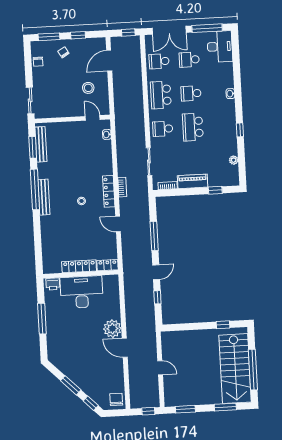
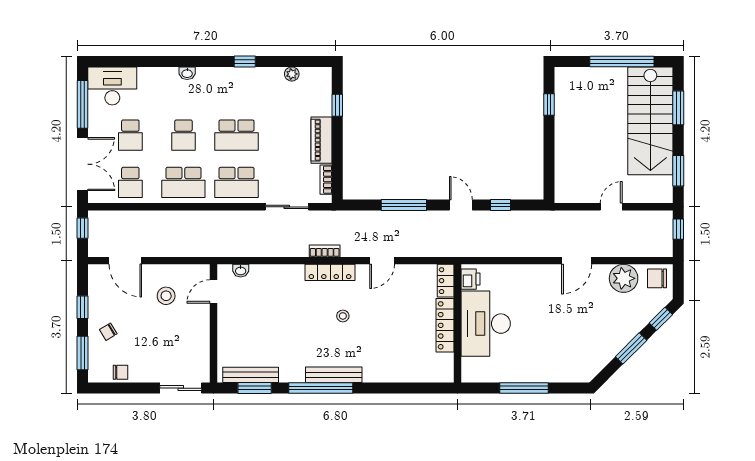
school desk: (163, 129) -> (237, 182), width x1.85
printer: (53, 284) -> (470, 279), moved
plant: (112, 329) -> (624, 278), moved
stairs: (235, 369) -> (650, 121), moved, turned 90

